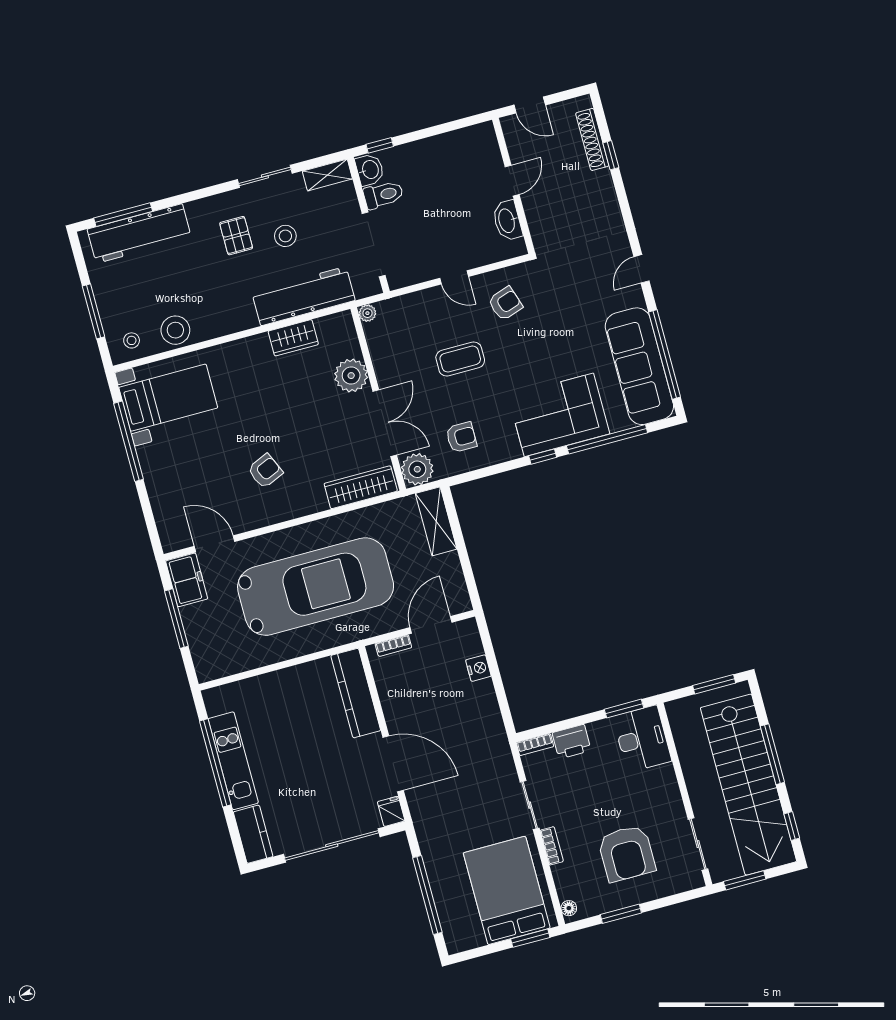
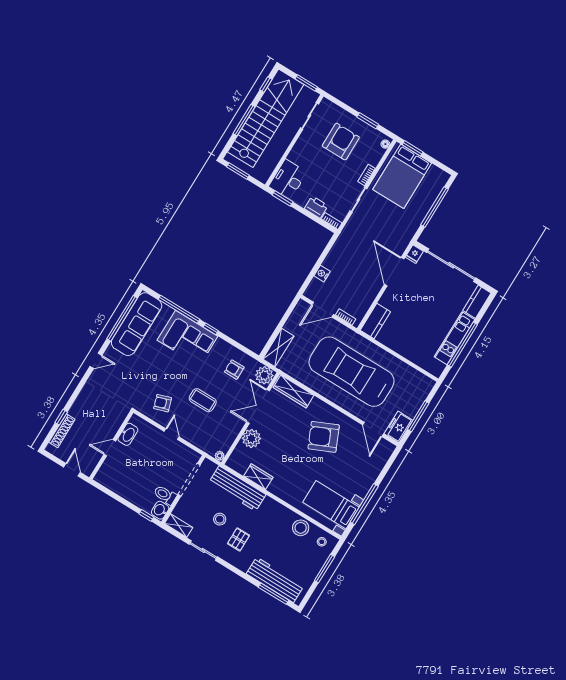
armchair: (265, 471) -> (324, 437), width x1.88, depth x1.88
kitchen counter: (356, 693) -> (375, 321), width x0.67

